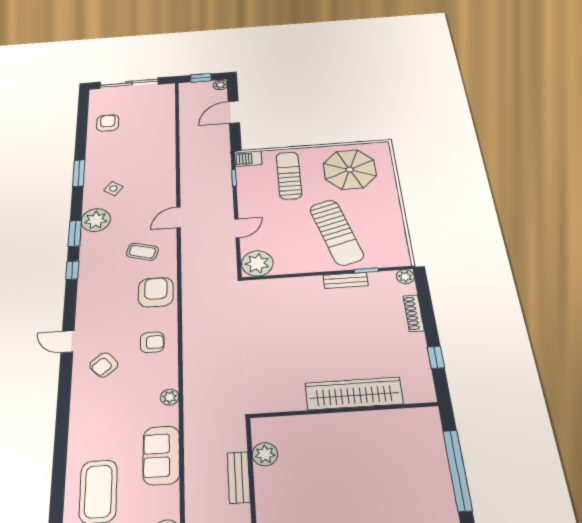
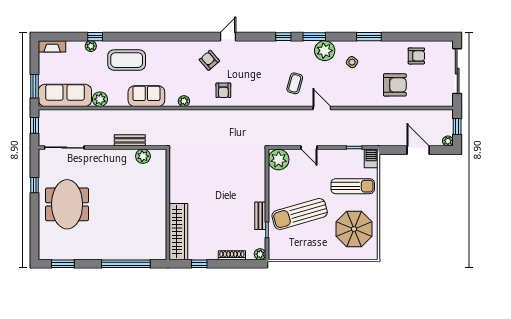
armchair: (156, 292) -> (395, 85), moved
wardrobe: (354, 393) -> (178, 232), moved

